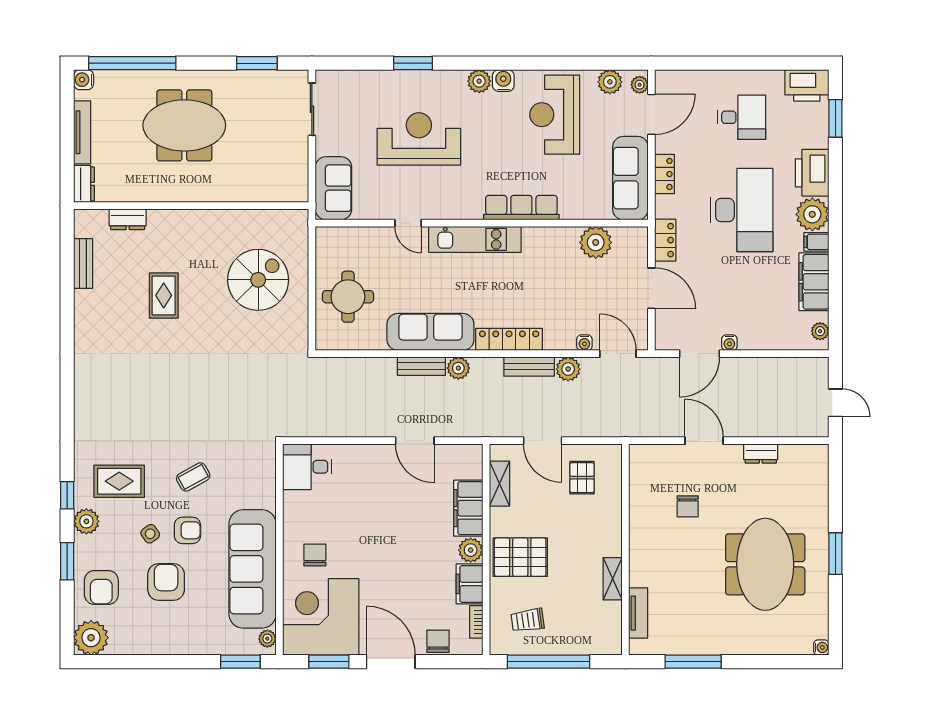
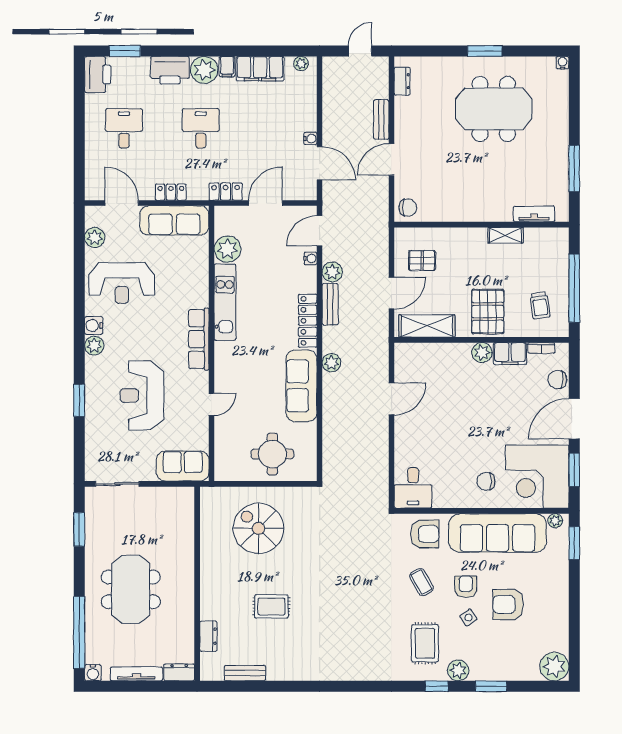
plant: (640, 85) -> (97, 213), removed
row of seats: (521, 208) -> (199, 339), moved
desk: (742, 210) -> (201, 128), width x0.53, depth x0.77
kitchen unit: (475, 239) -> (225, 302), moved
bench: (421, 366) -> (381, 120), moved
dresser: (761, 454) -> (402, 81), moved
shelving: (499, 484) -> (427, 326), width x1.50, depth x1.33
chair: (688, 506) -> (408, 208), moved
filing cabinet: (468, 508) -> (447, 355), removed
armchair: (101, 587) -> (425, 534), moved

